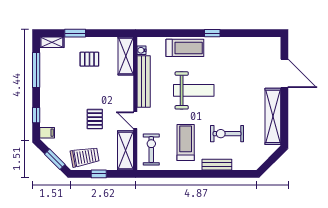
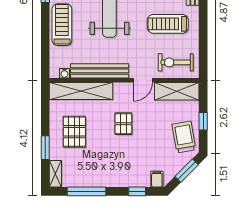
shelving: (126, 56) -> (81, 91), width x1.47
pallet: (89, 59) -> (74, 132), width x1.50, depth x1.42
pallet: (95, 119) -> (123, 124), moved, turned 90

